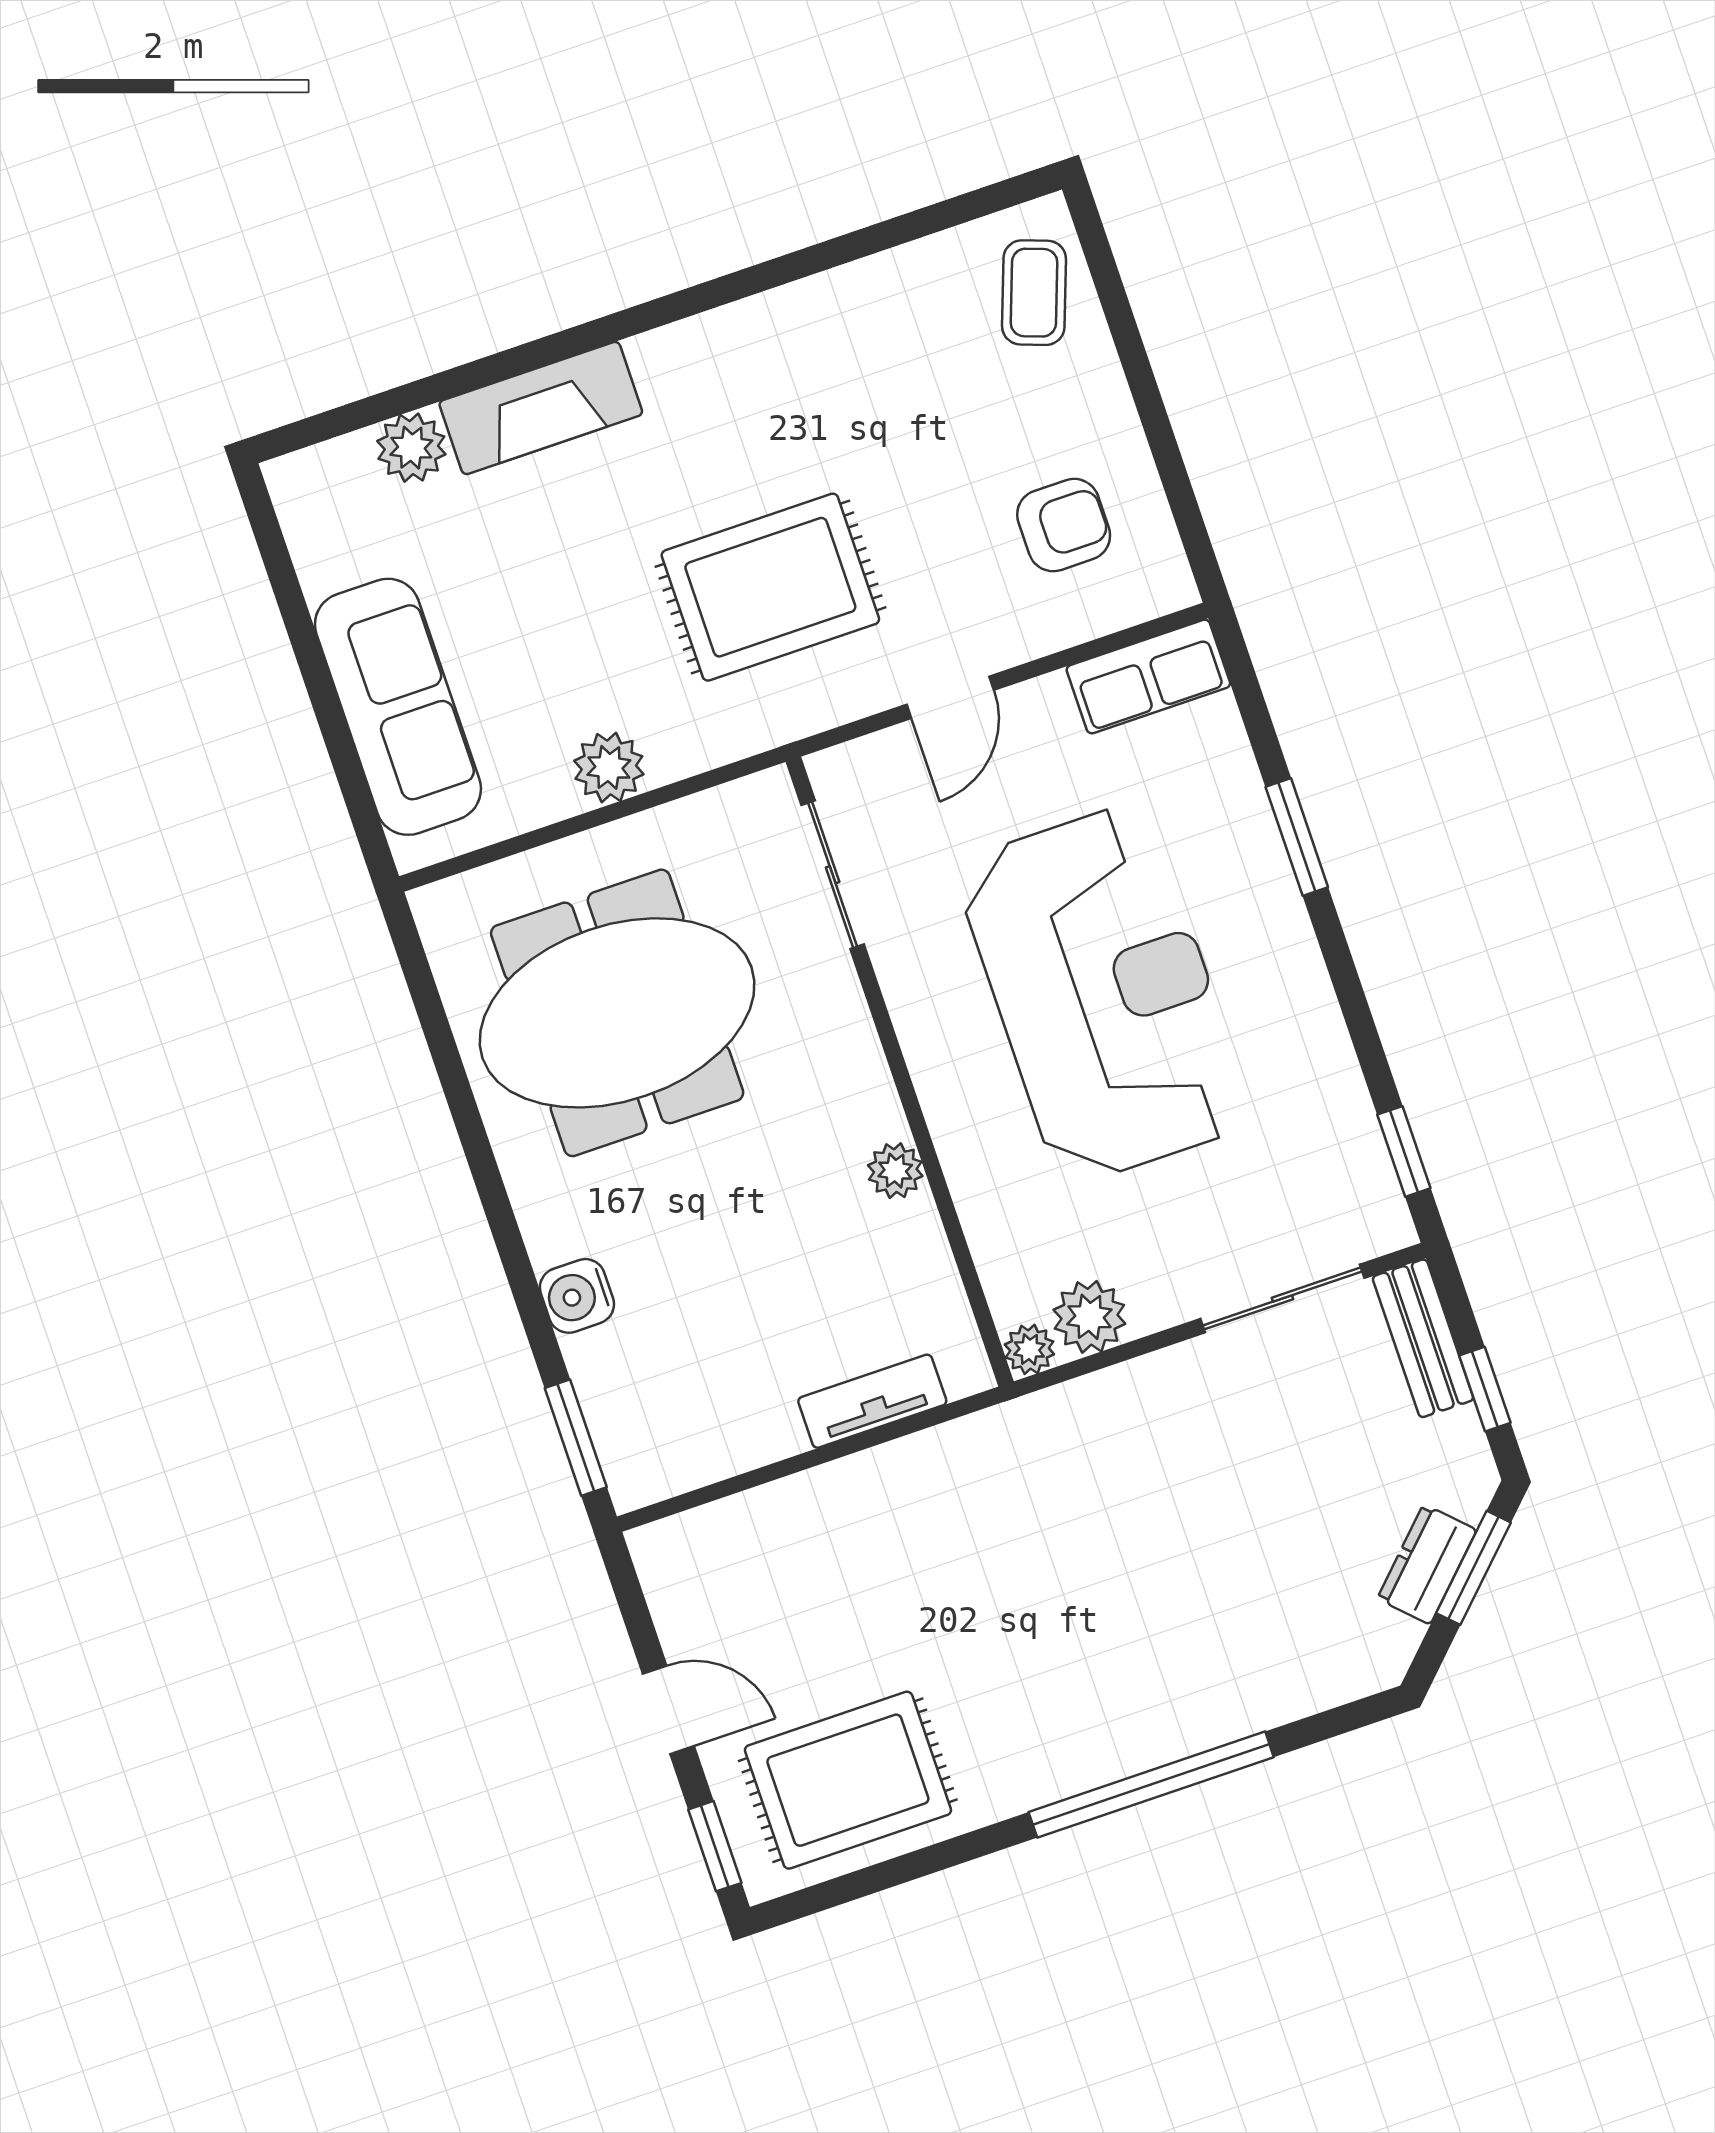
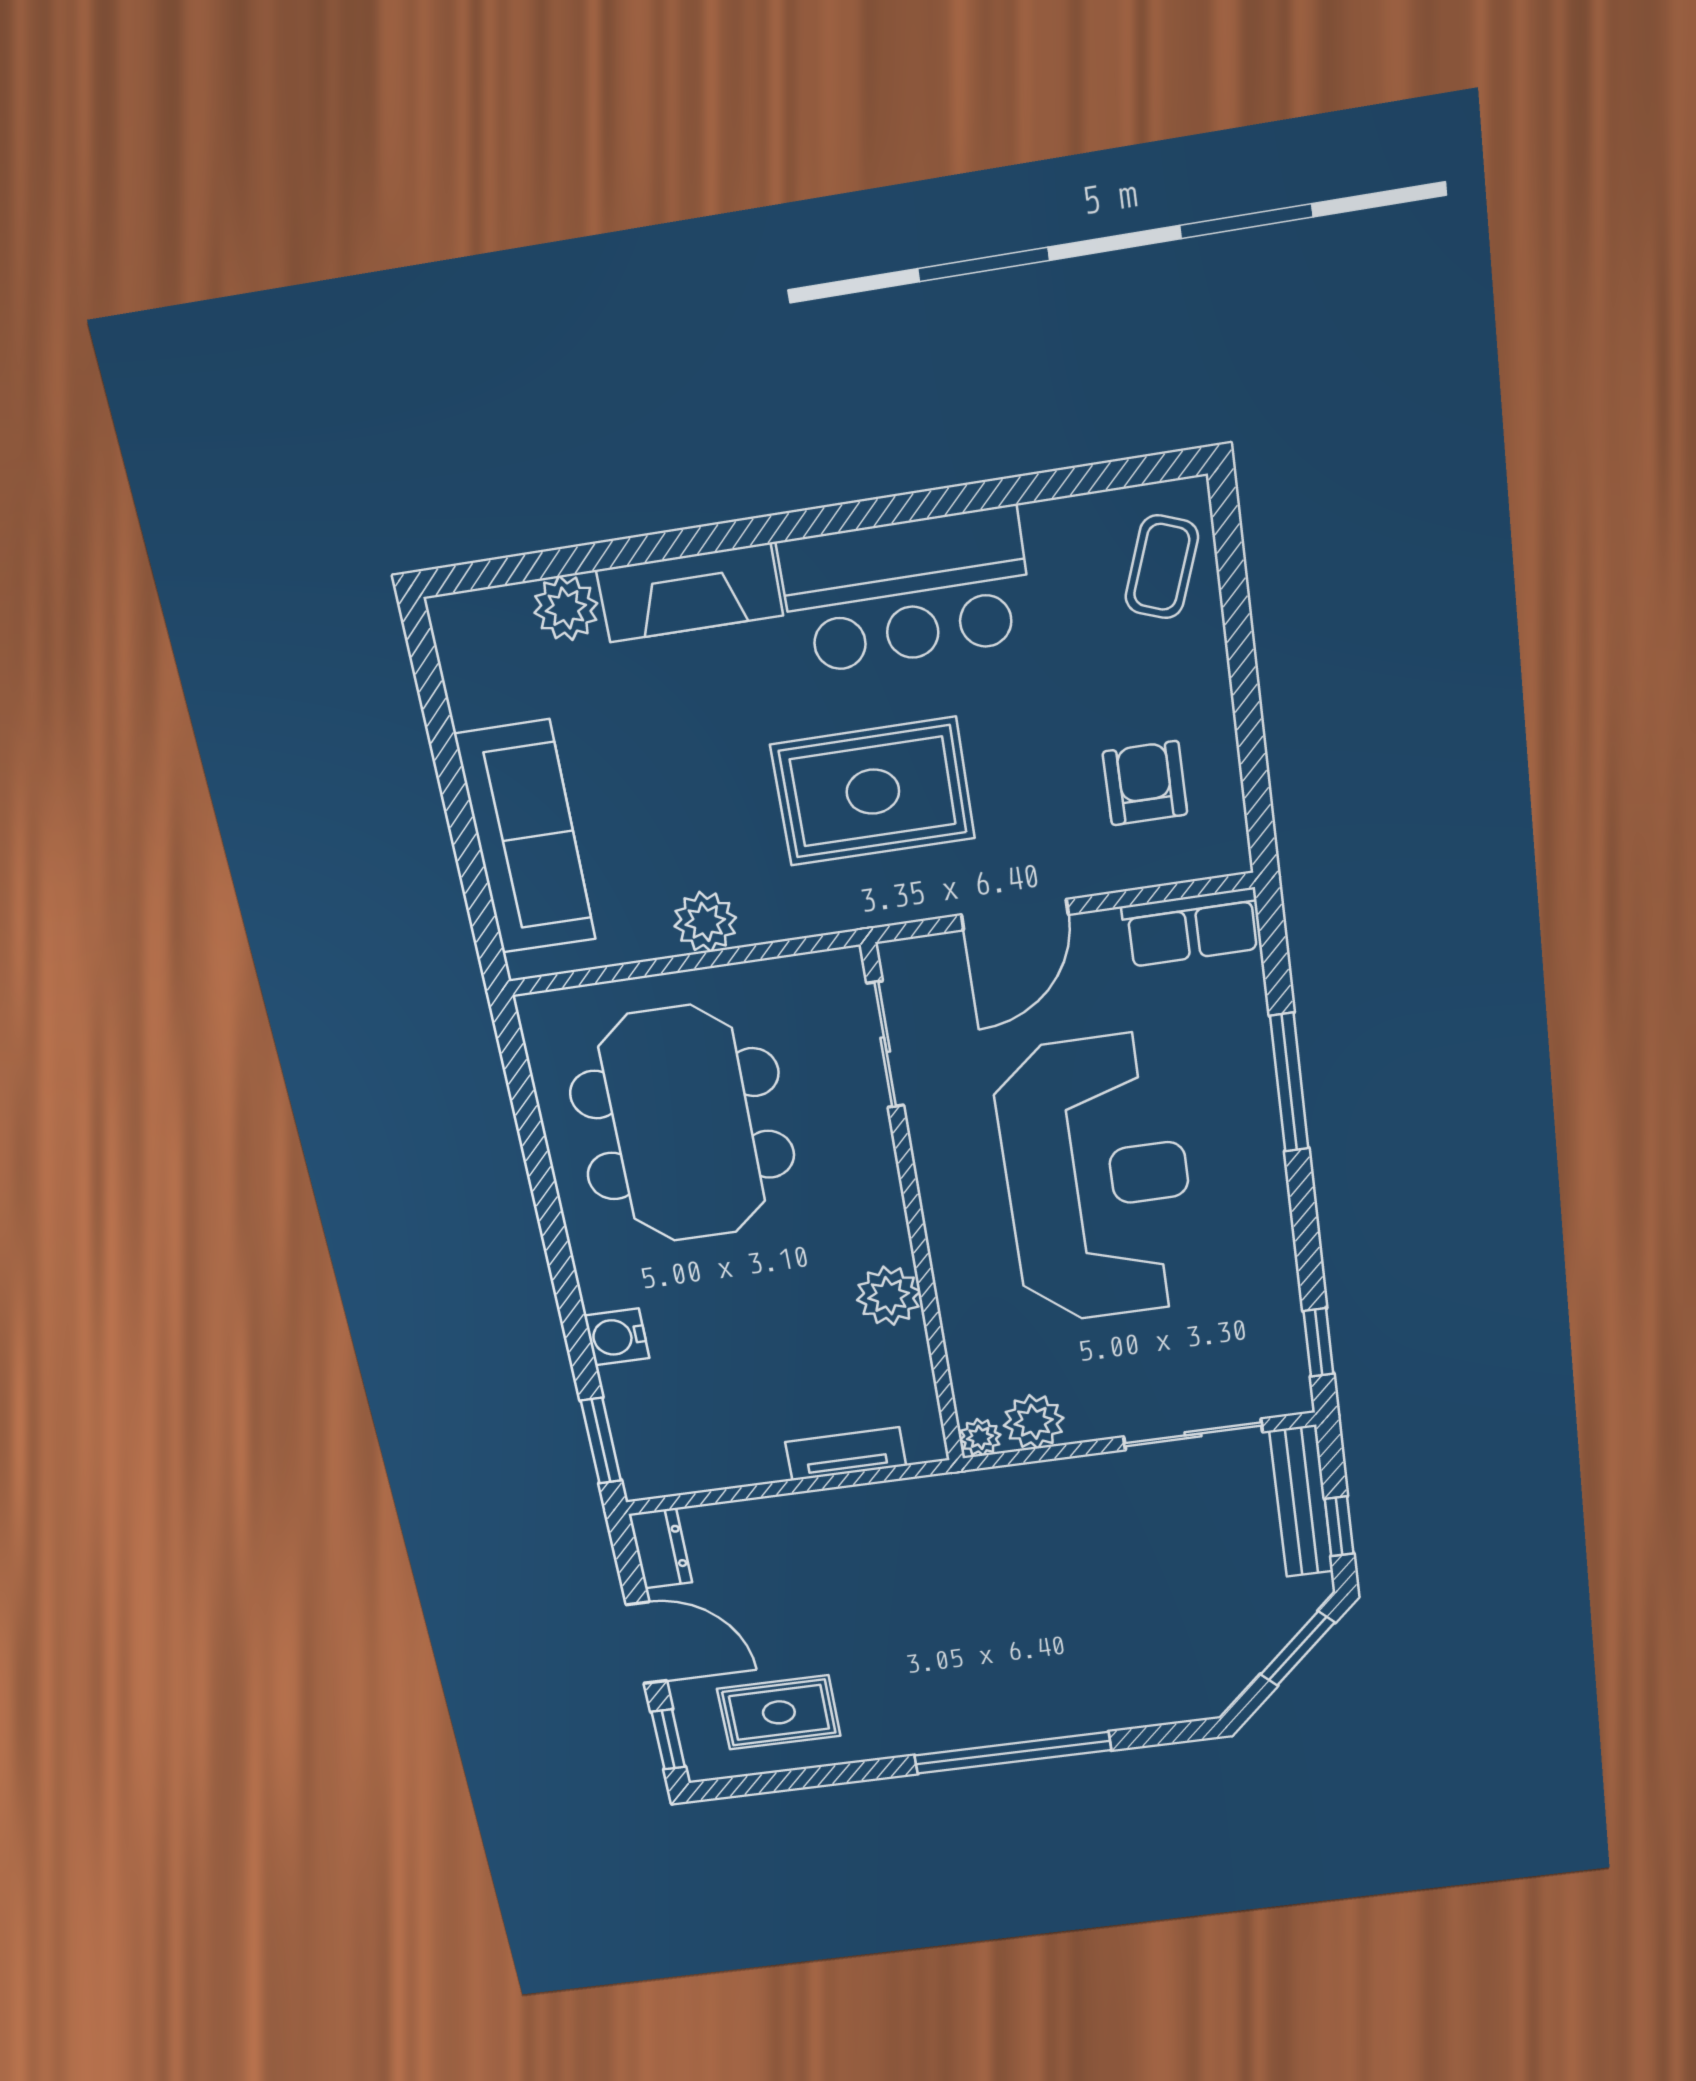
bar counter: (770, 365) -> (906, 591), added
armchair: (1064, 525) -> (1145, 783), turned -90
door: (950, 697) -> (1015, 915), width x1.38
window: (1297, 837) -> (1289, 1082), width x1.44
meeting table: (617, 1013) -> (682, 1124), turned 90
plant: (895, 1171) -> (889, 1296), width x1.38, depth x1.38
bench: (1423, 1338) -> (1301, 1501), width x1.36
dresser: (1427, 1564) -> (660, 1548), moved, turned 135
door: (668, 1710) -> (646, 1643), width x1.38
rug: (848, 1780) -> (779, 1712), width x0.73, depth x0.70

